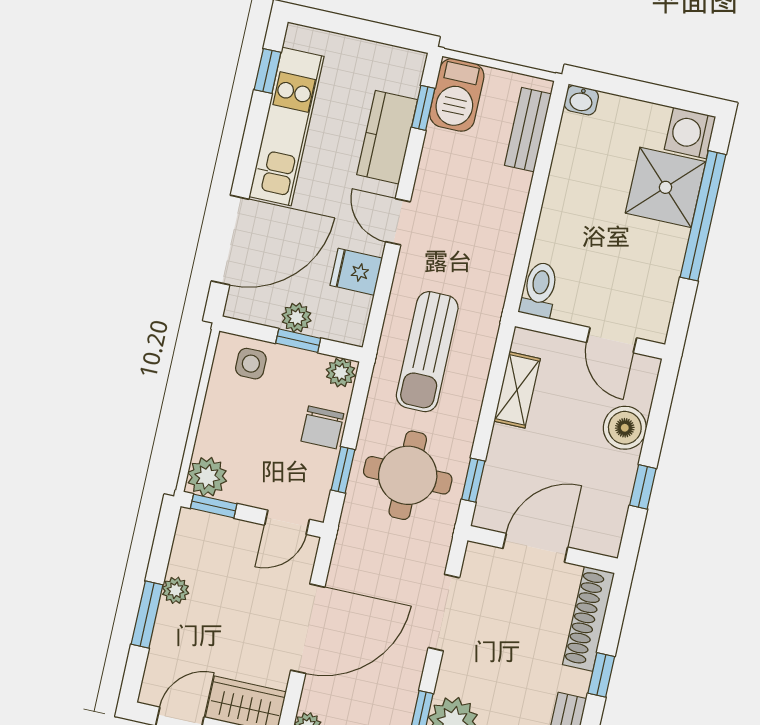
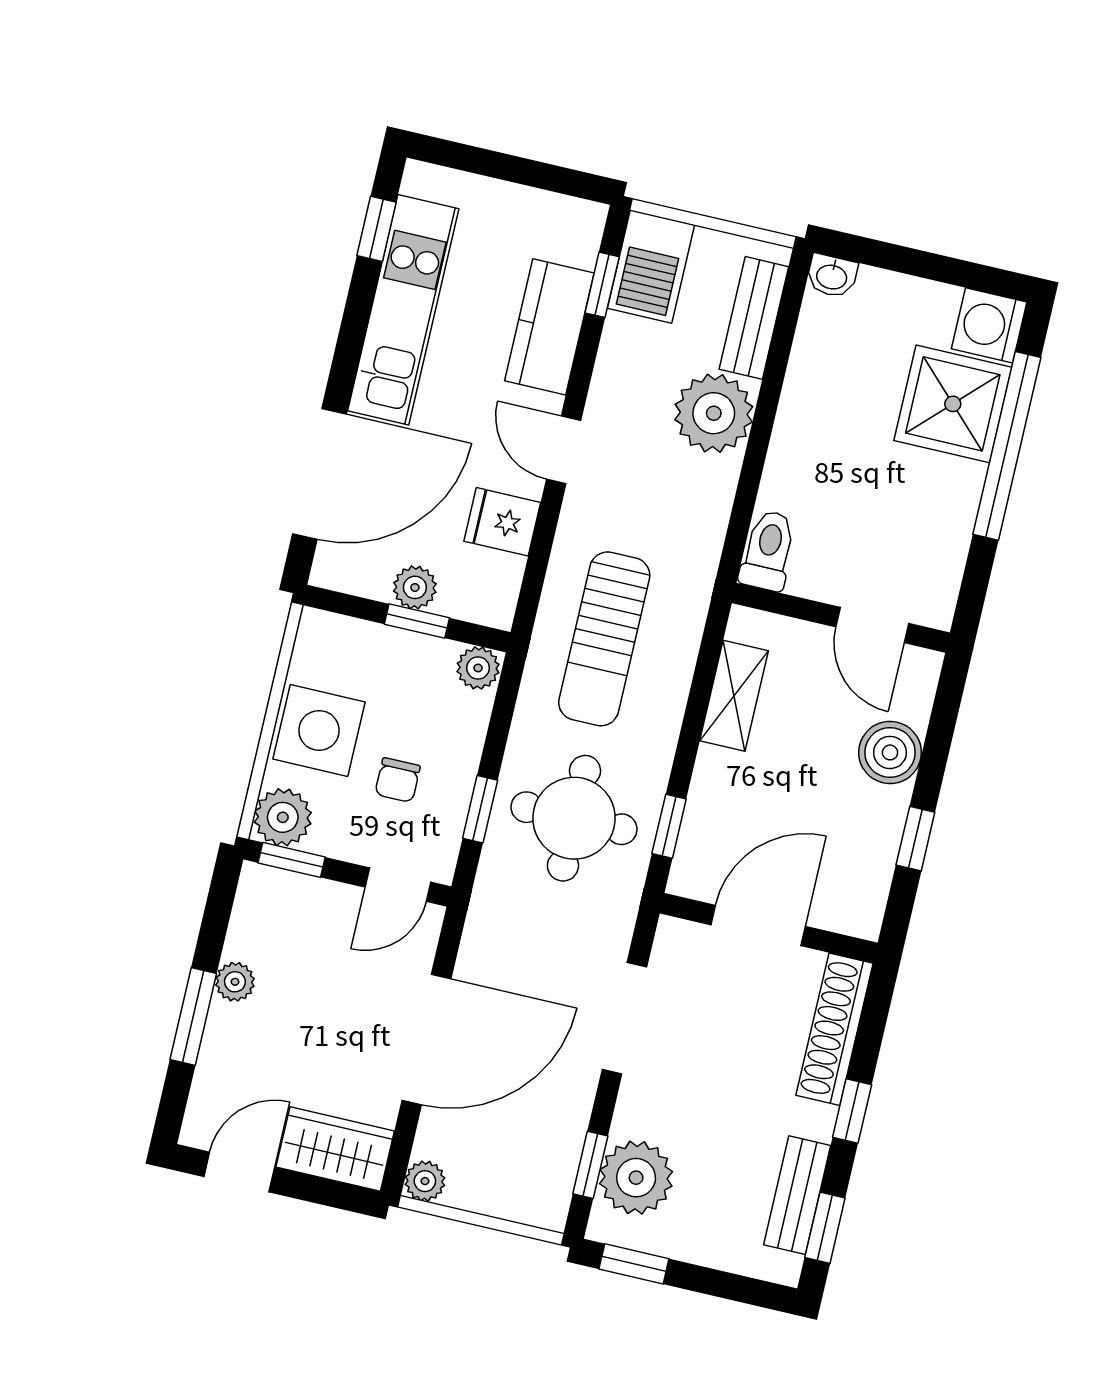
plant: (501, 195) -> (714, 413), added
side table: (251, 364) -> (319, 730), moved, width x1.87, depth x1.87
chair: (322, 427) -> (398, 780), moved, width x0.73, depth x0.73

